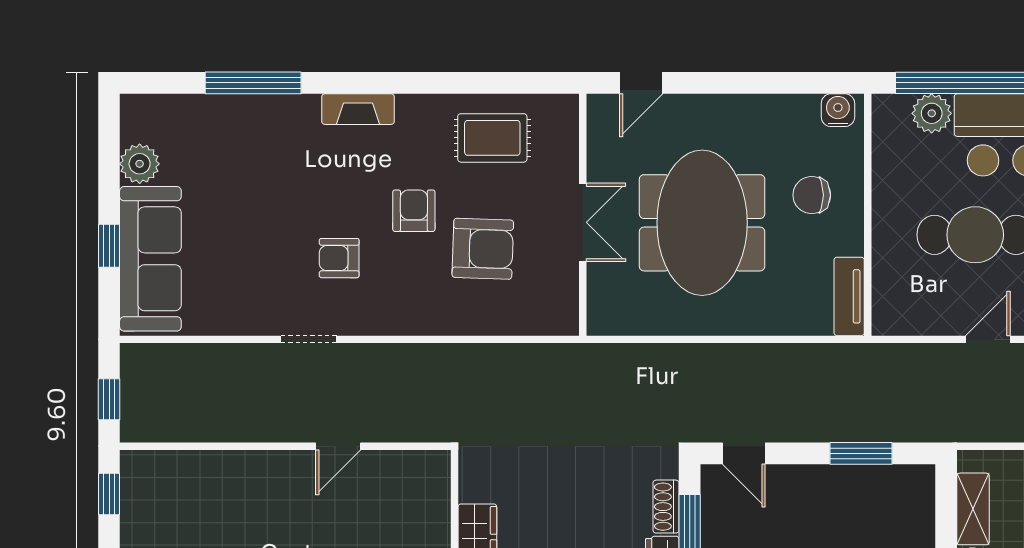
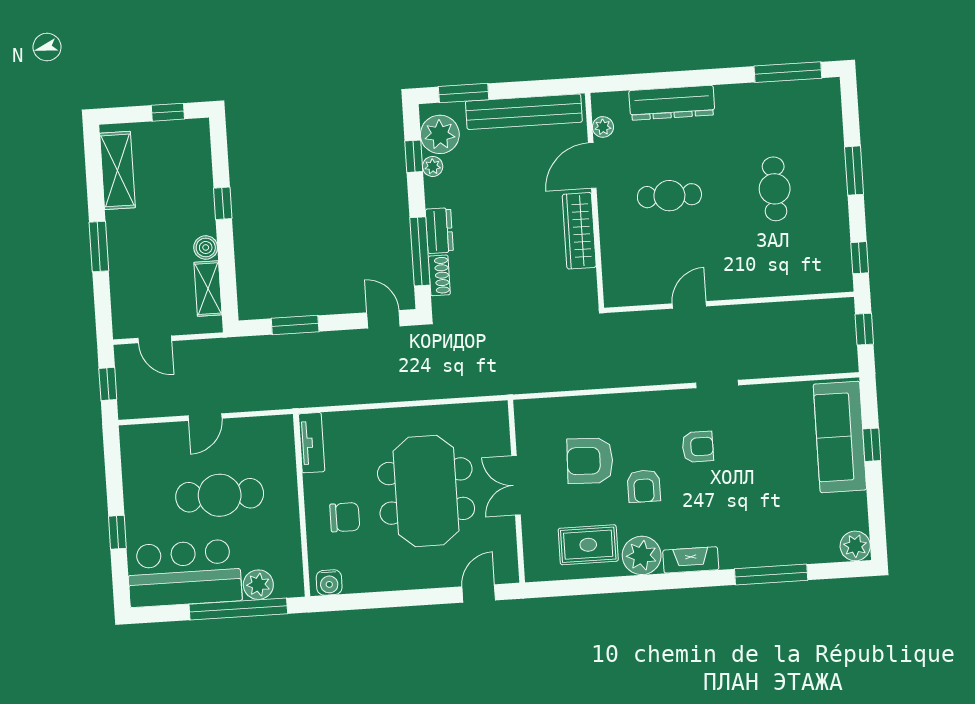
plant: (423, 119) -> (642, 555), added
plant: (140, 164) -> (855, 546), moved

